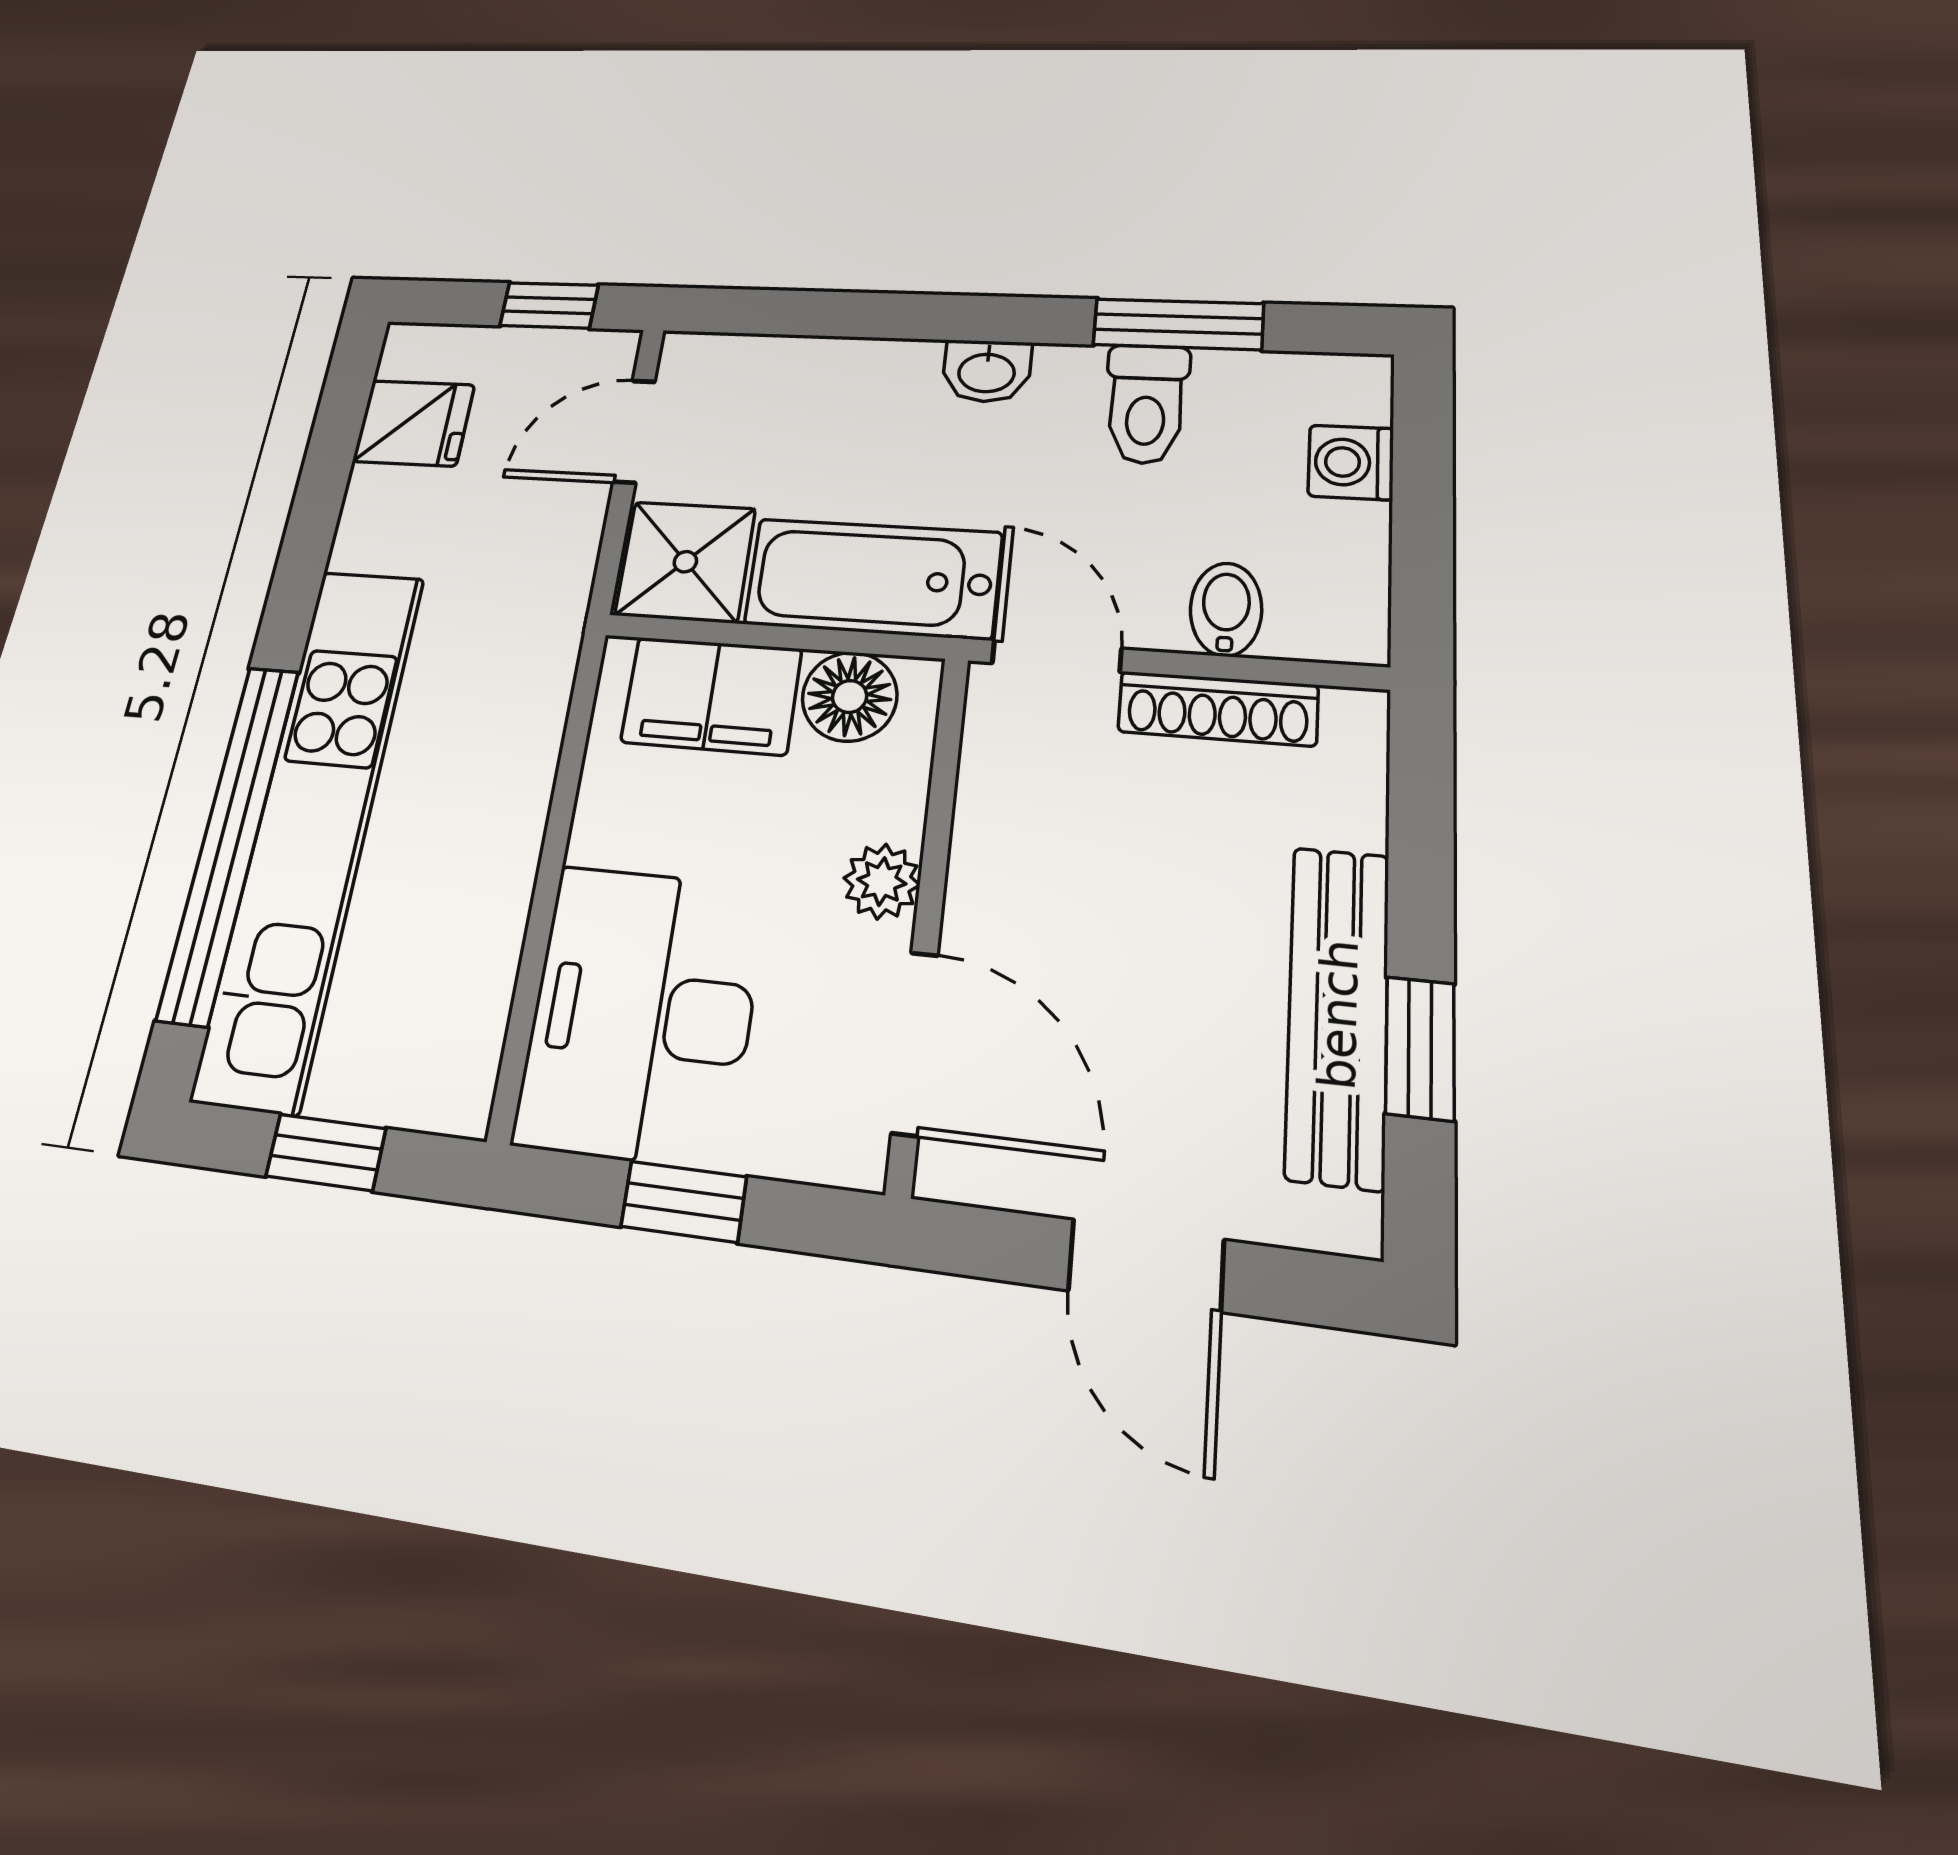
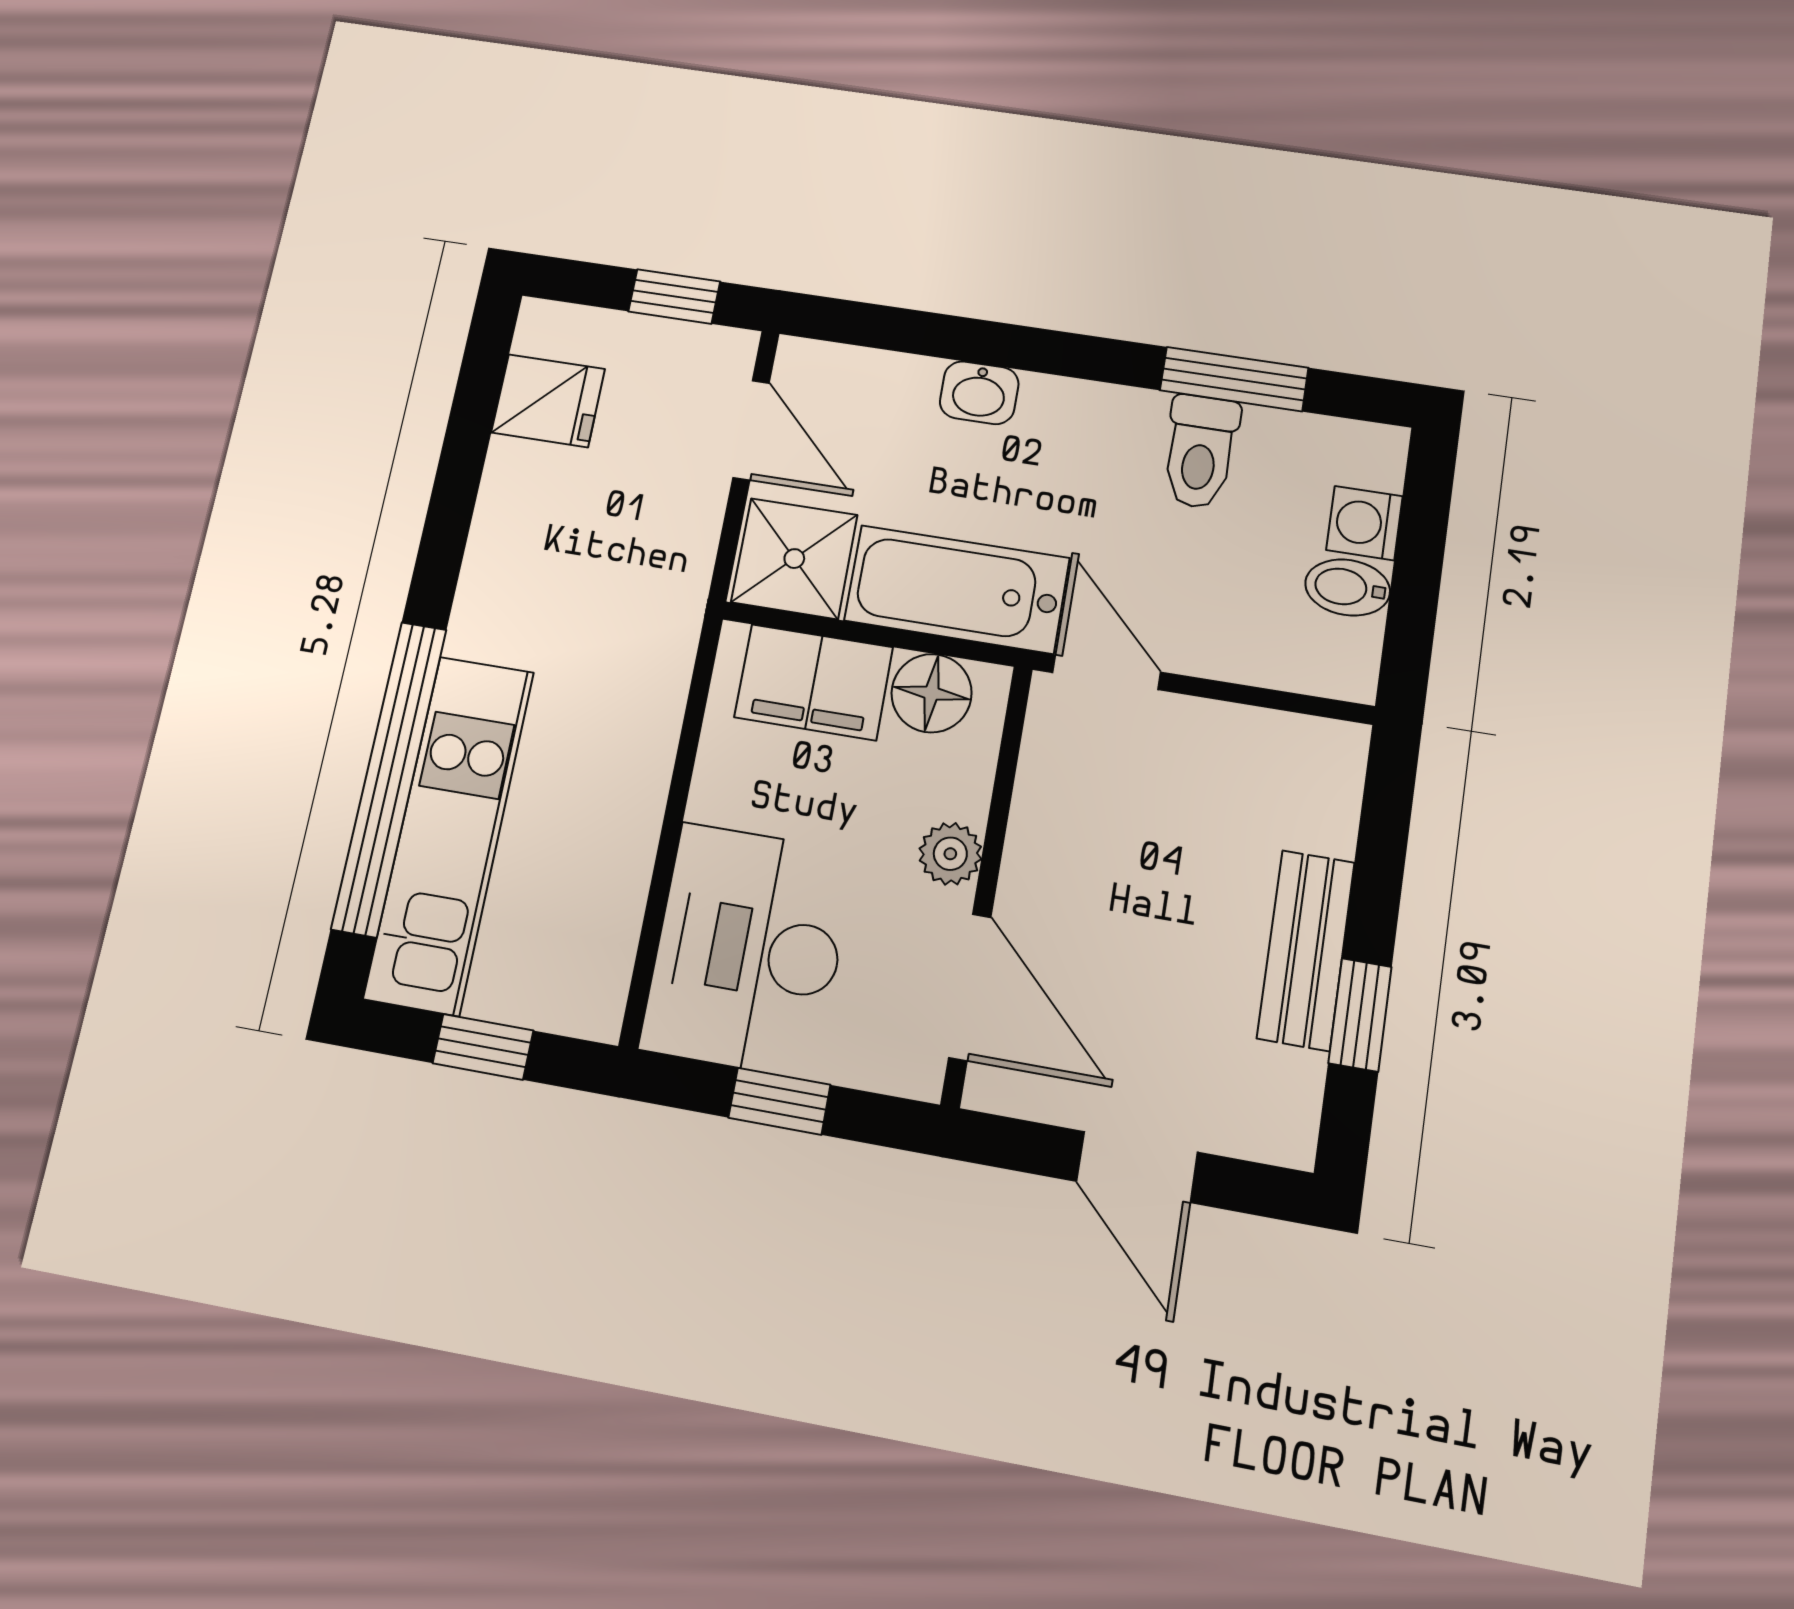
washbasin: (987, 371) -> (979, 393), moved
door: (634, 431) -> (751, 430), swing flipped
bidet: (1226, 609) -> (1348, 587), moved, turned -90
shoe rack: (1218, 708) -> (1234, 729), removed
kitchen unit: (312, 828) -> (449, 834), width x0.73
bench: (1338, 1014) -> (1306, 950), width x0.73

